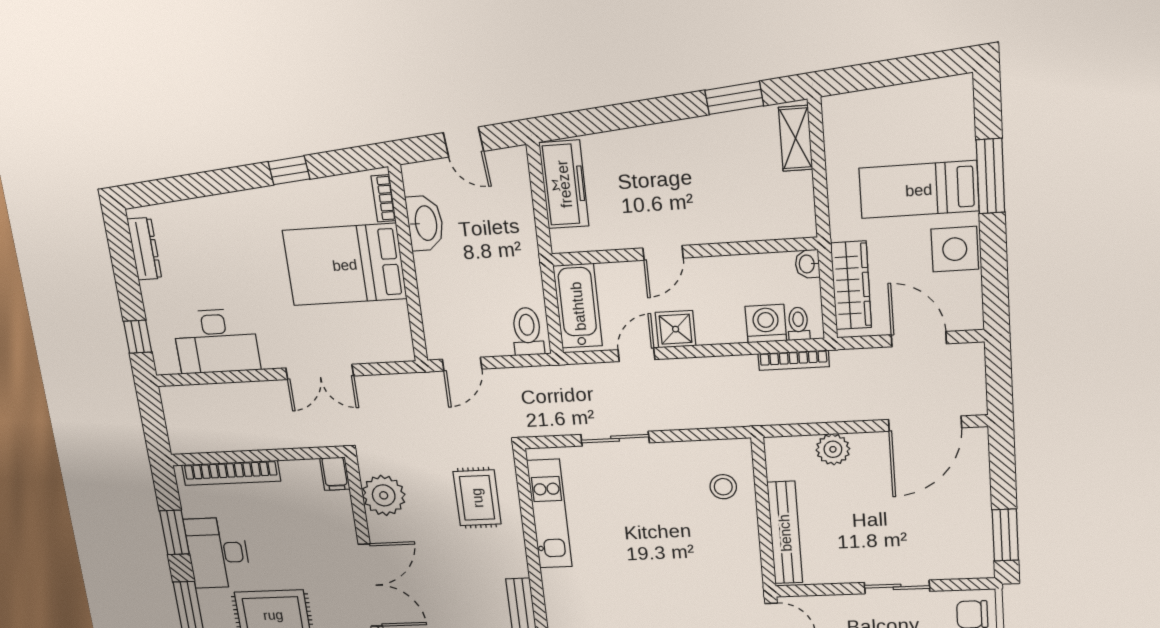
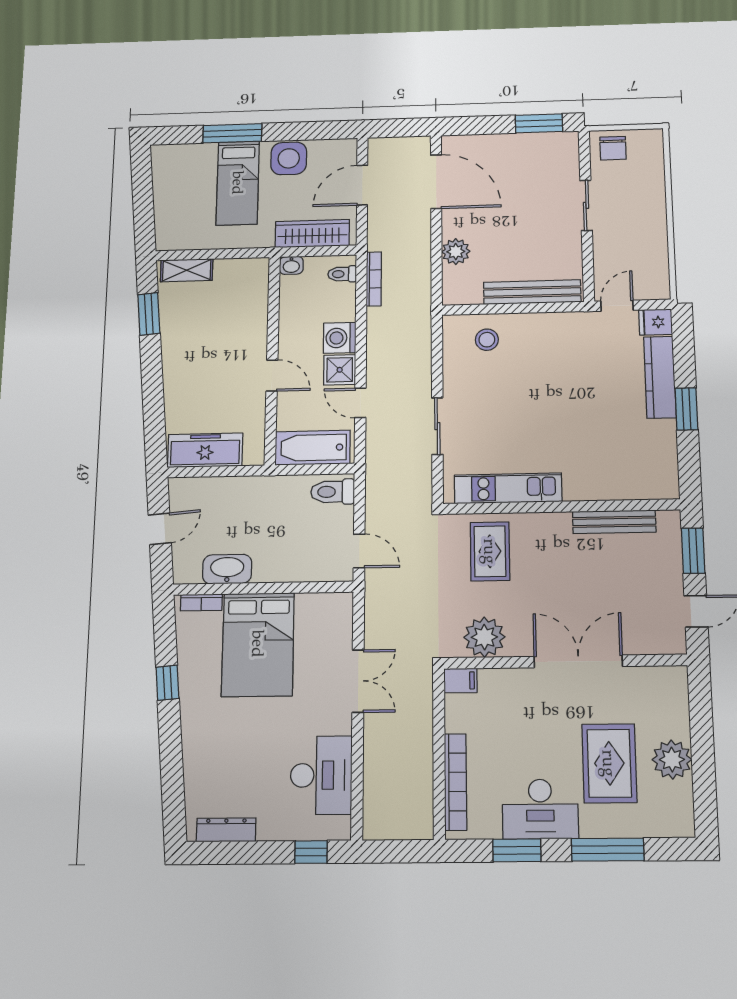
washing machine: (766, 324) -> (340, 338), moved
rug: (477, 498) -> (490, 551), turned 90

